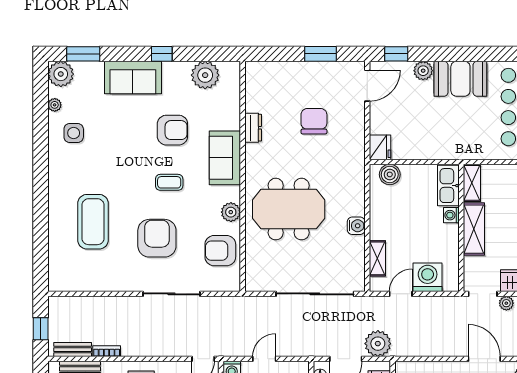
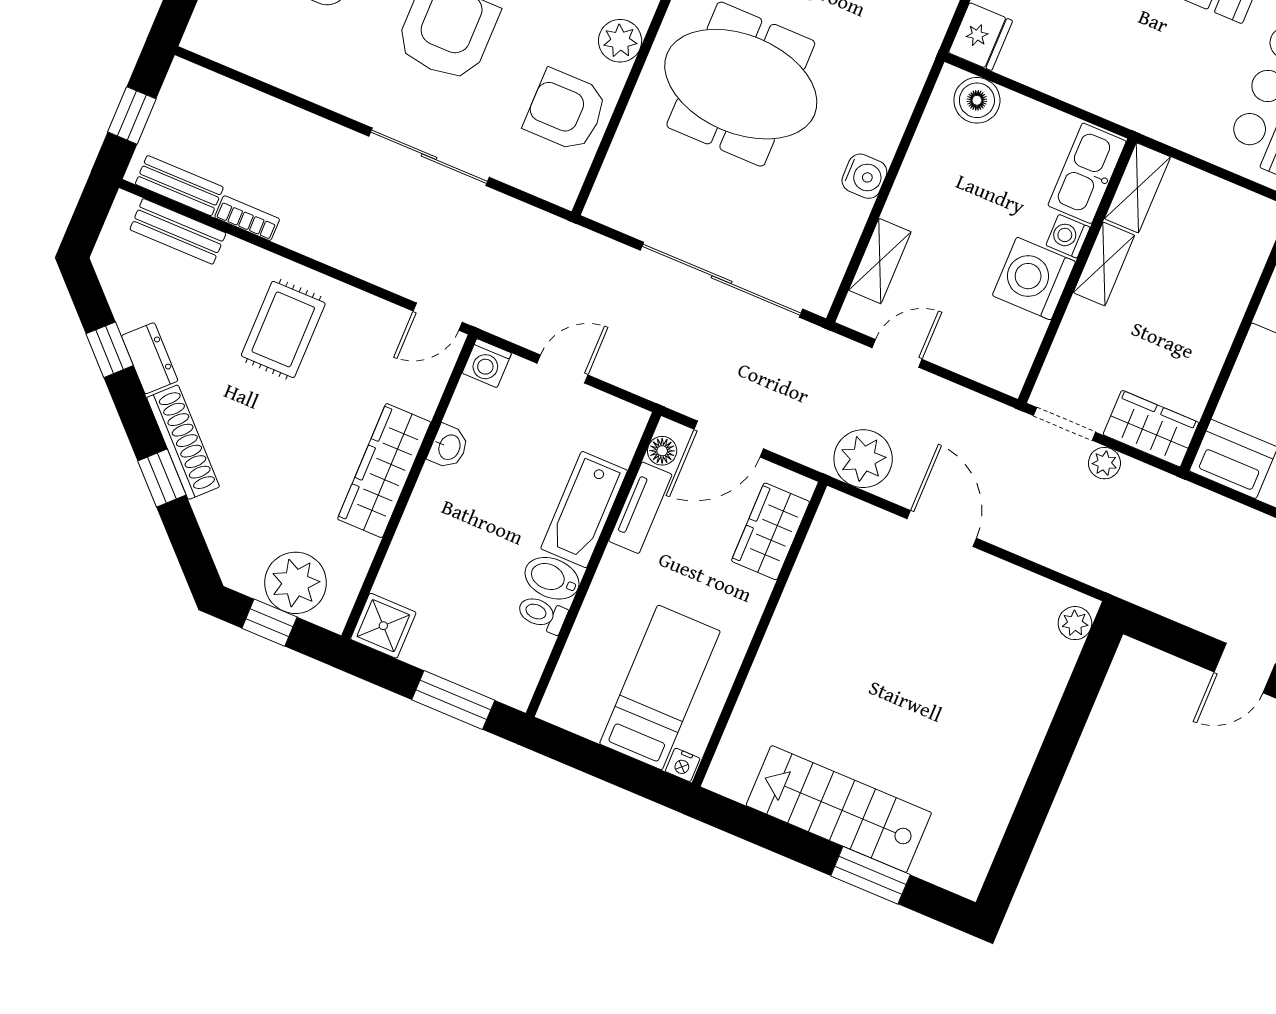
shelving: (474, 229) -> (1104, 264), width x0.67, depth x0.75
washing machine: (428, 277) -> (1034, 279), moved, turned -90
plant: (378, 344) -> (863, 459), moved
door: (484, 359) -> (942, 528), moved

